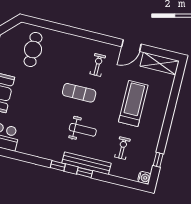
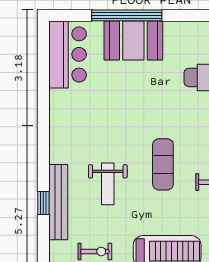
window: (58, 166) -> (43, 159), removed

